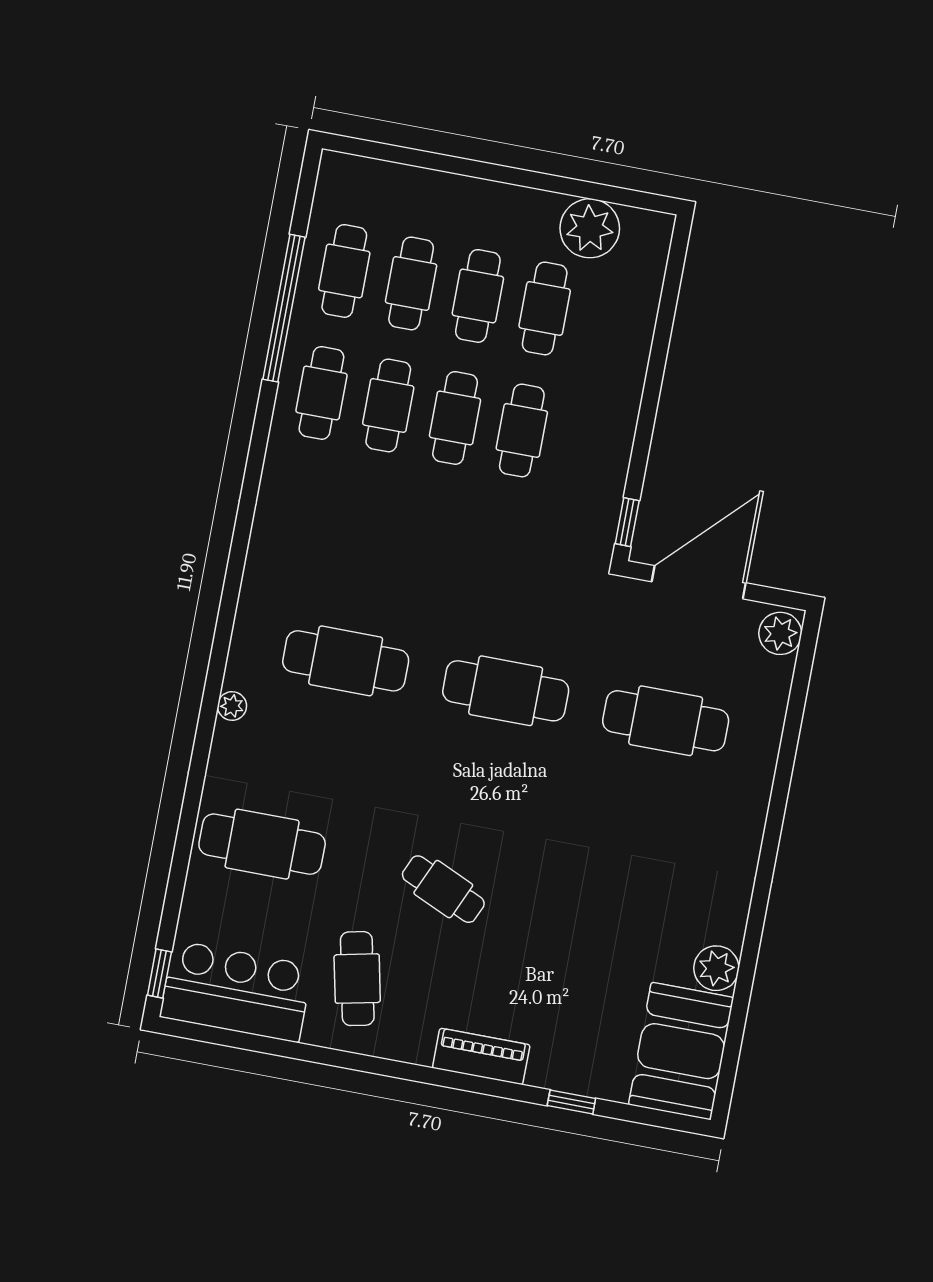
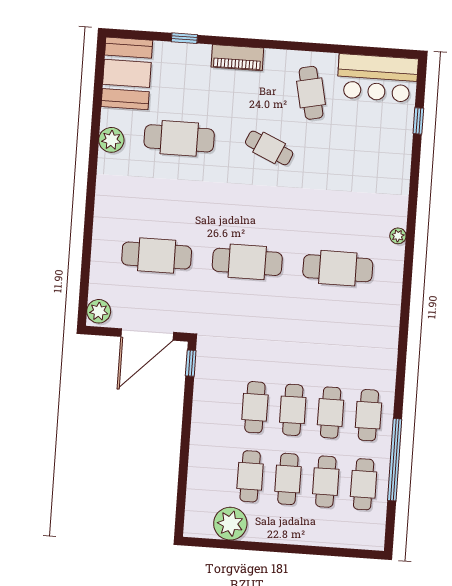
cafe table: (262, 844) -> (179, 138), moved
plant: (716, 968) -> (111, 140), moved
window: (159, 973) -> (418, 121), moved

